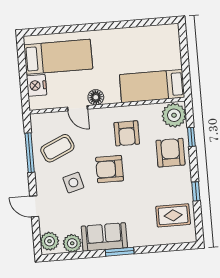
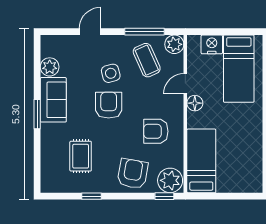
window: (191, 137) -> (164, 196), moved
armchair: (171, 153) -> (133, 174), turned -80
armchair: (110, 169) -> (109, 105), moved
rug: (173, 215) -> (81, 156), moved
plant: (50, 241) -> (174, 44), moved

